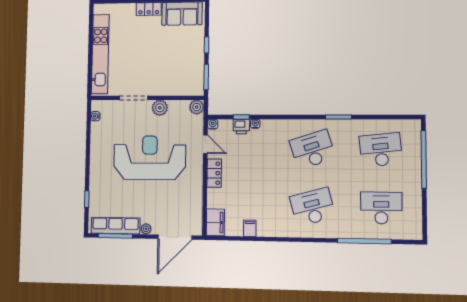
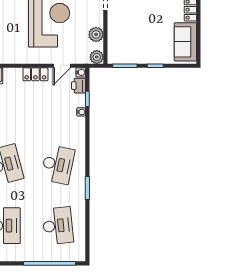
plant: (160, 108) -> (96, 34), moved
printer: (241, 127) -> (79, 86), moved
desk: (313, 149) -> (58, 165), turned 30

